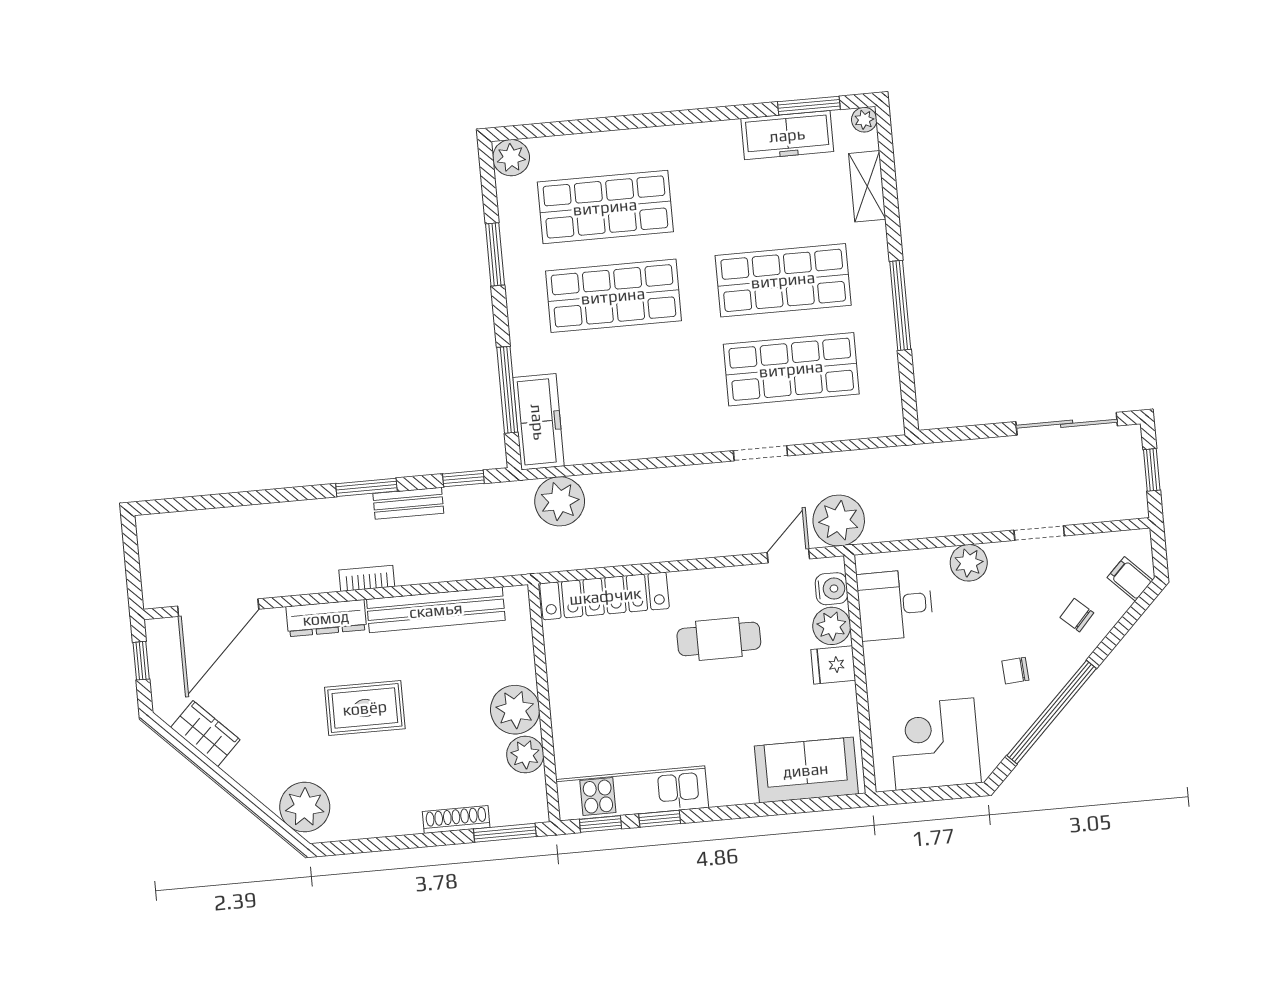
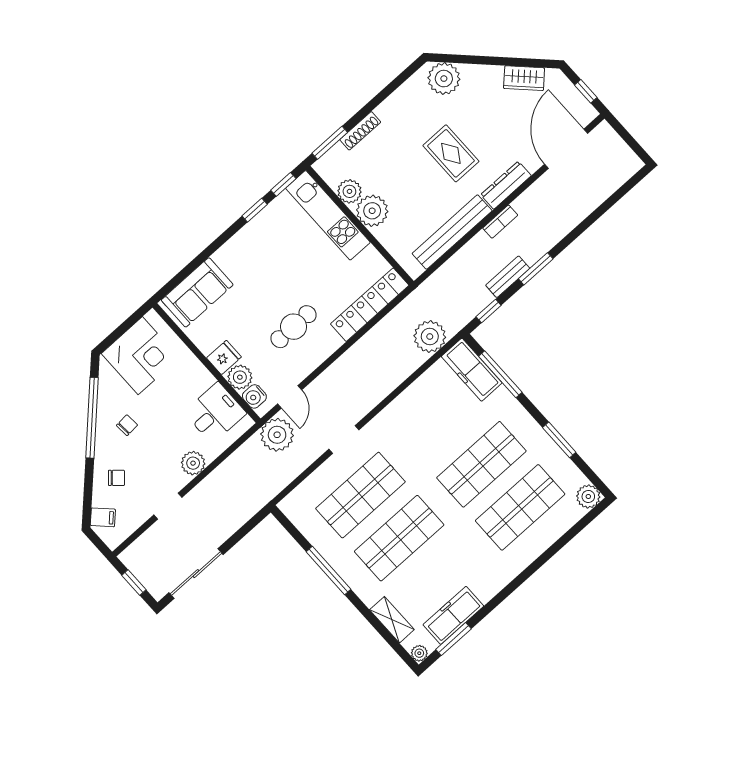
rug: (365, 708) -> (451, 153), turned 90
kitchen unit: (632, 793) -> (328, 215), moved, turned 90

